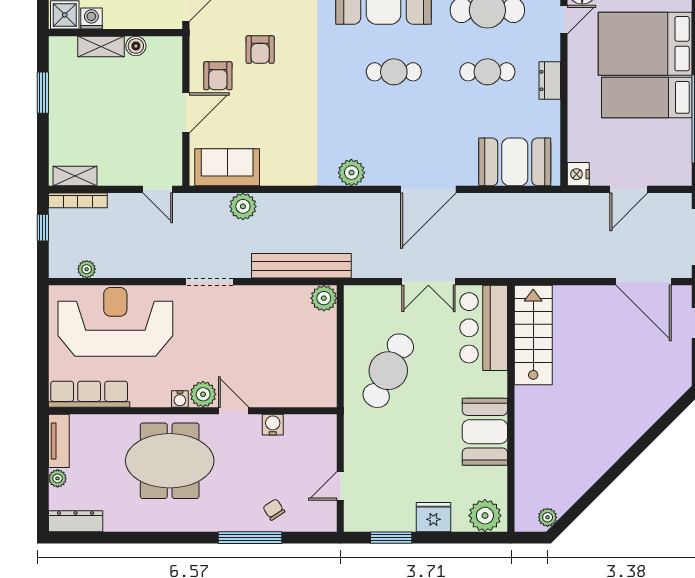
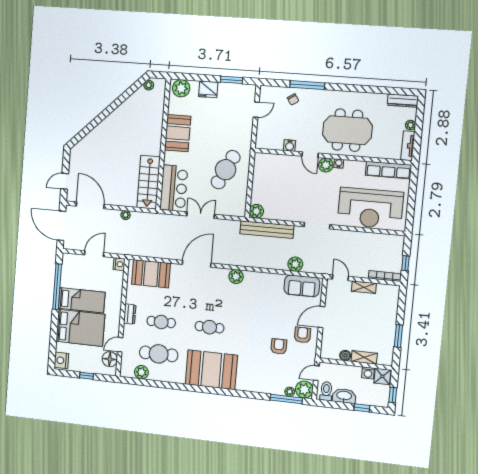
shelving: (75, 176) -> (364, 287), moved
plant: (87, 269) -> (126, 215), moved

